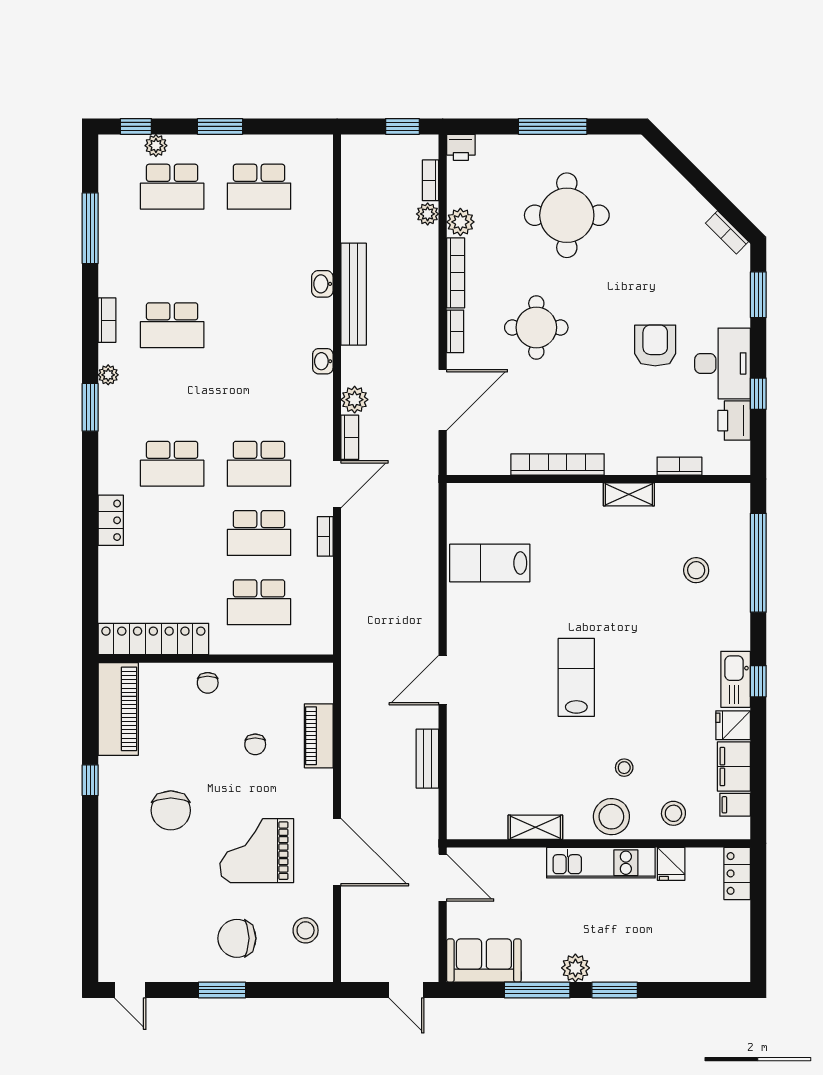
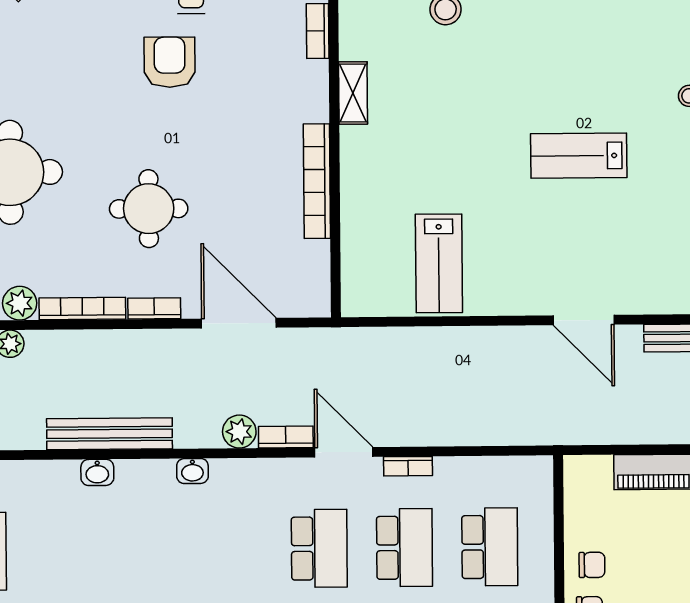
armchair: (655, 346) -> (170, 62), turned 90
chair: (255, 744) -> (592, 565), moved

